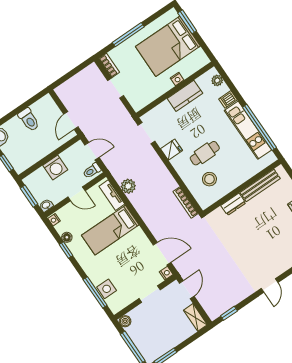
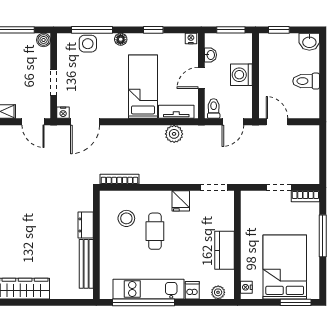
nightstand: (177, 79) -> (246, 287), moved
washbasin: (46, 205) -> (210, 55), moved
floor lamp: (67, 237) -> (121, 39), moved

